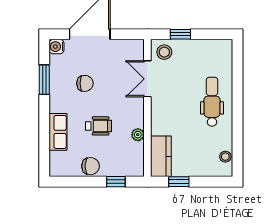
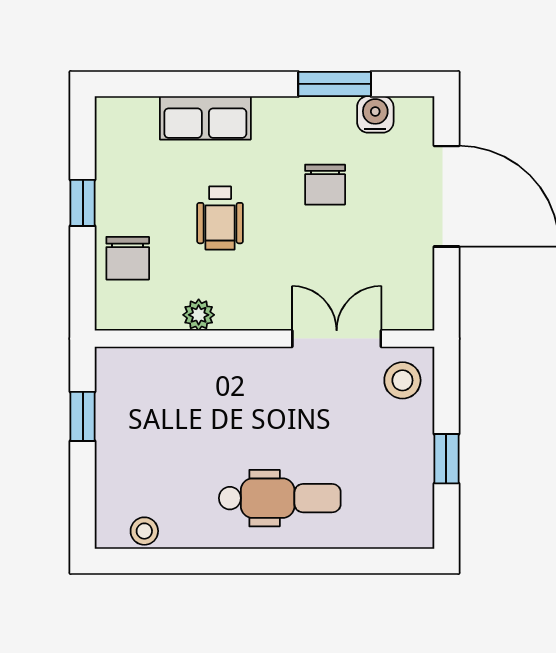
window: (180, 34) -> (446, 459), moved
water cooler: (57, 47) -> (375, 114), moved
kitchen counter: (161, 156) -> (145, 372), removed
chair: (91, 166) -> (128, 258), moved
window: (116, 182) -> (83, 203), moved

